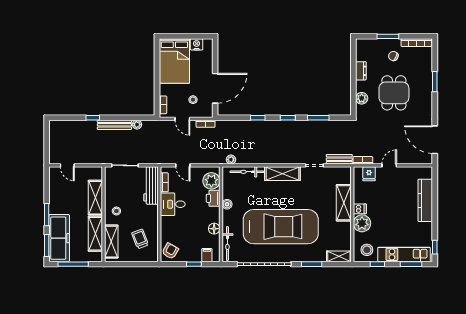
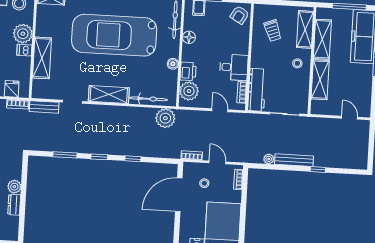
plant: (362, 98) -> (14, 187), moved
plant: (231, 160) -> (165, 118), width x1.88, depth x1.88

